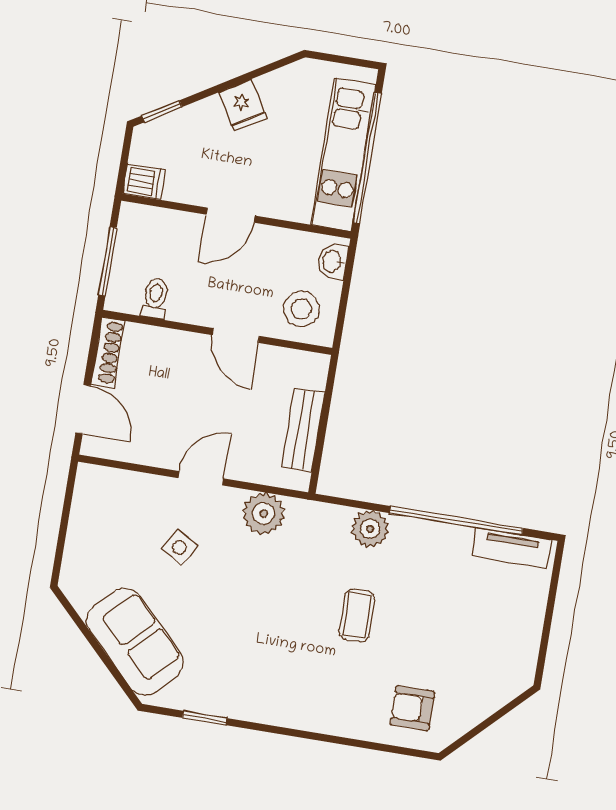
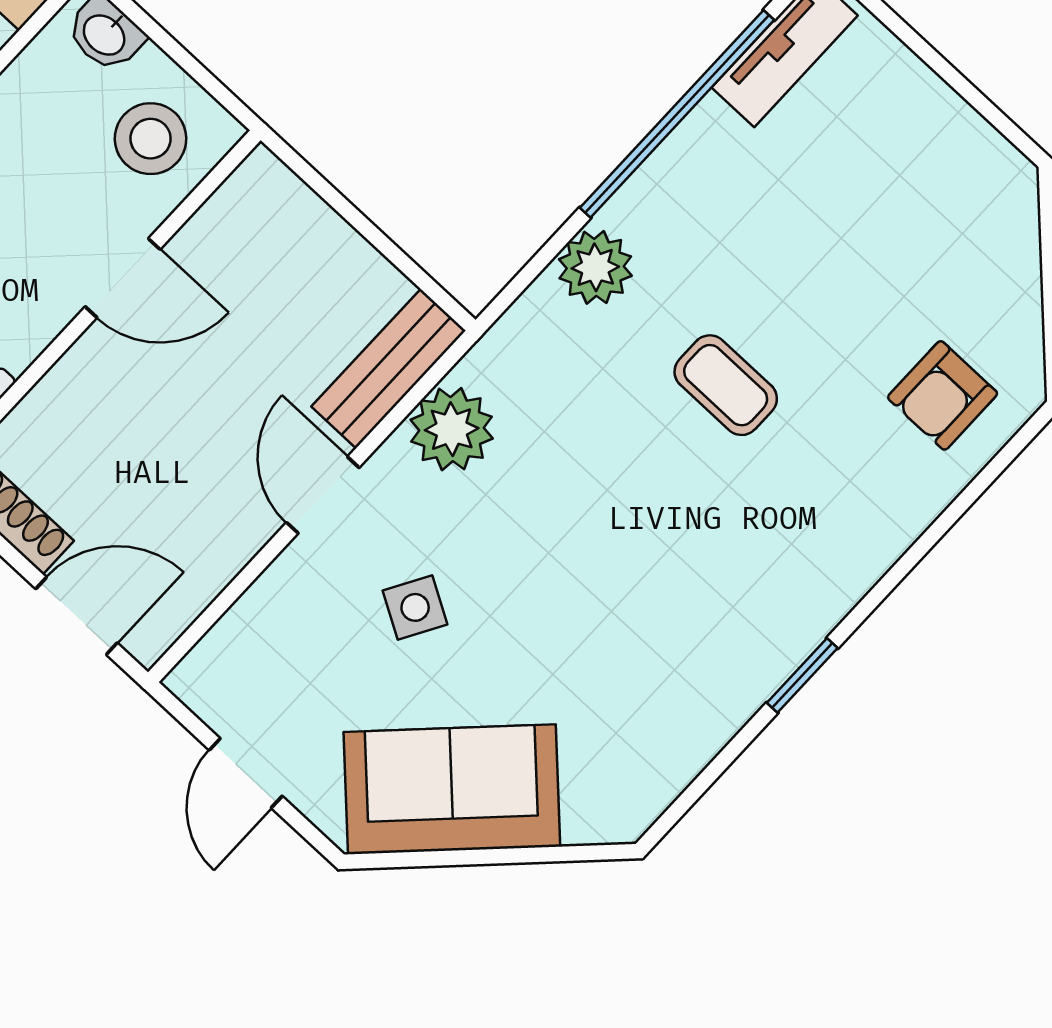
bench: (303, 430) -> (388, 369), moved, turned 90
door: (64, 523) -> (246, 773), added
sofa: (135, 642) -> (452, 789), moved
window: (205, 718) -> (802, 675), moved

